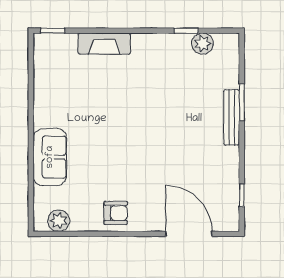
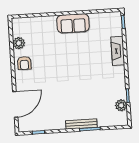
sofa: (50, 157) -> (73, 23), moved
plant: (59, 221) -> (19, 43), moved

